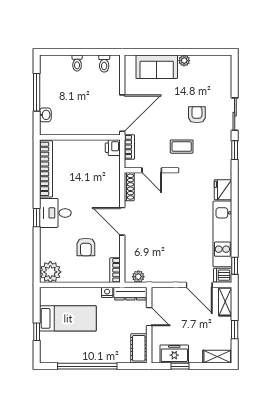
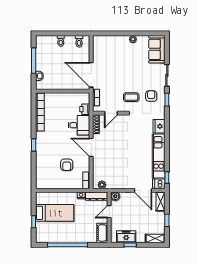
sofa: (157, 67) -> (157, 49), moved, turned 90
door: (122, 113) -> (91, 75), swing flipped
armchair: (197, 115) -> (151, 96), moved
printer: (113, 148) -> (85, 109), moved
door: (152, 170) -> (111, 113), hinge flipped
desk: (55, 213) -> (79, 125), moved, turned 180
plant: (50, 272) -> (43, 182), removed
boiler: (158, 294) -> (115, 196), added
door: (149, 317) -> (109, 212), swing flipped

